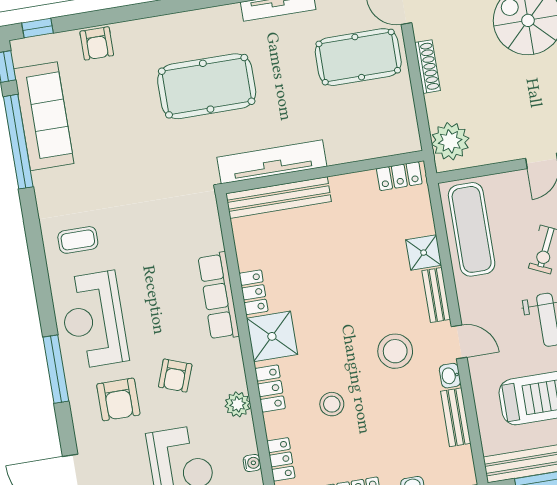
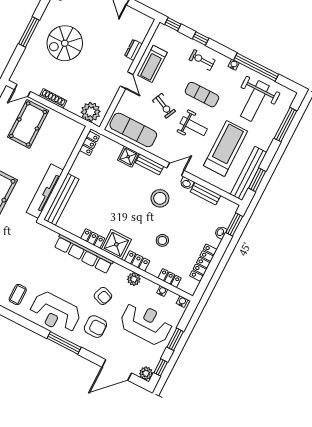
row of seats: (219, 296) -> (84, 254), width x1.36

